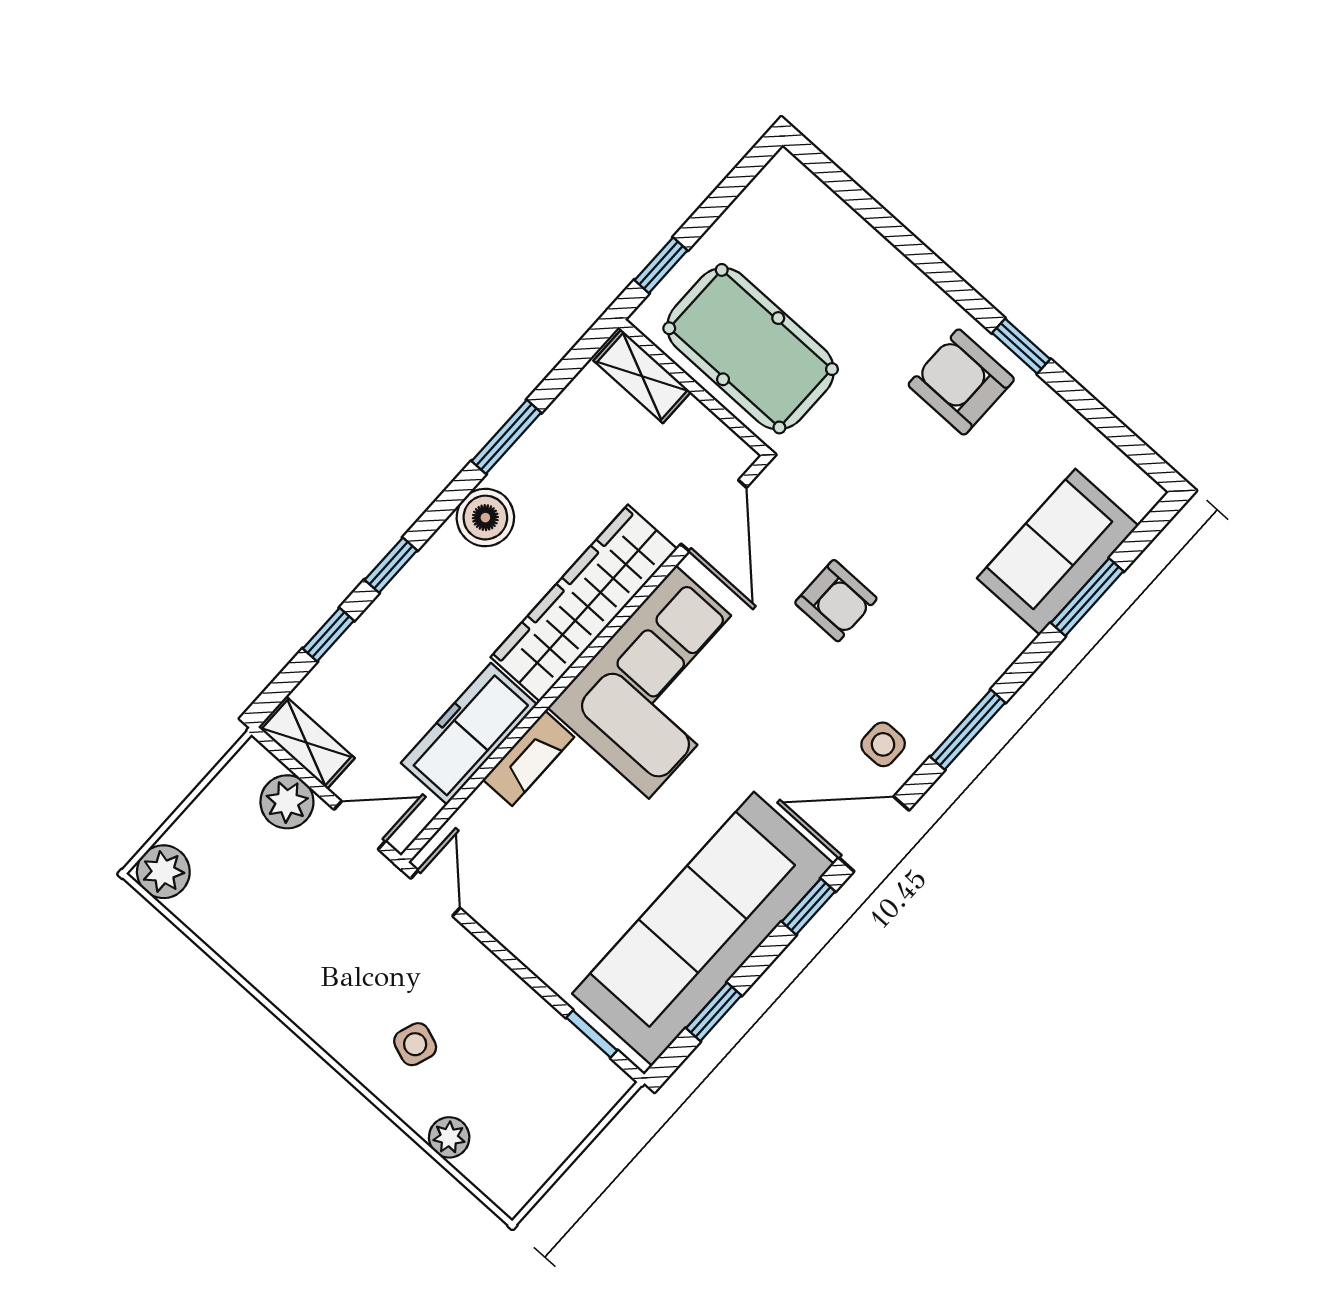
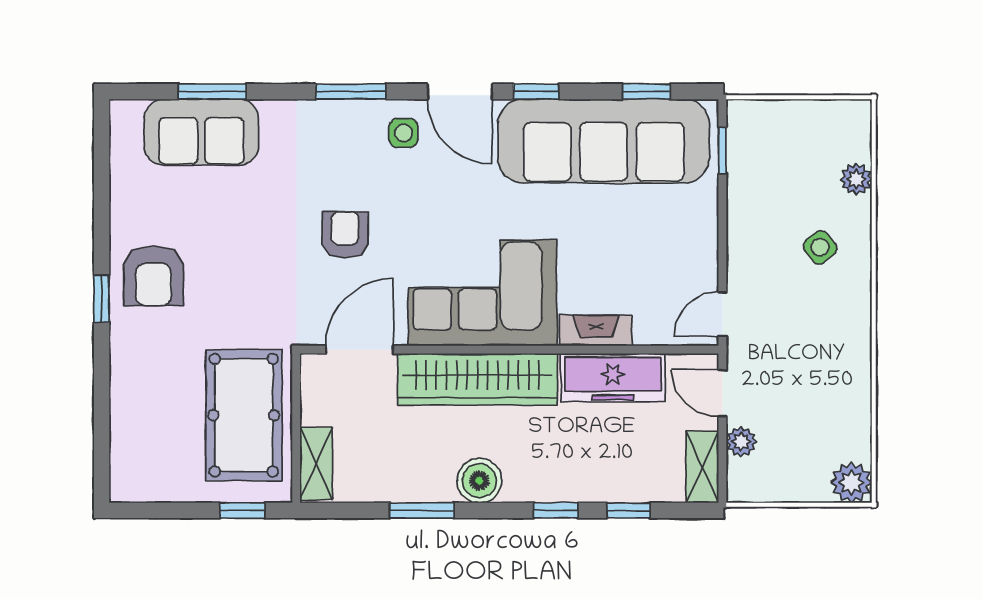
window: (1021, 346) -> (102, 299), moved
plant: (287, 802) -> (741, 442), width x0.73, depth x0.73
side table: (415, 1044) -> (820, 247), turned 32

